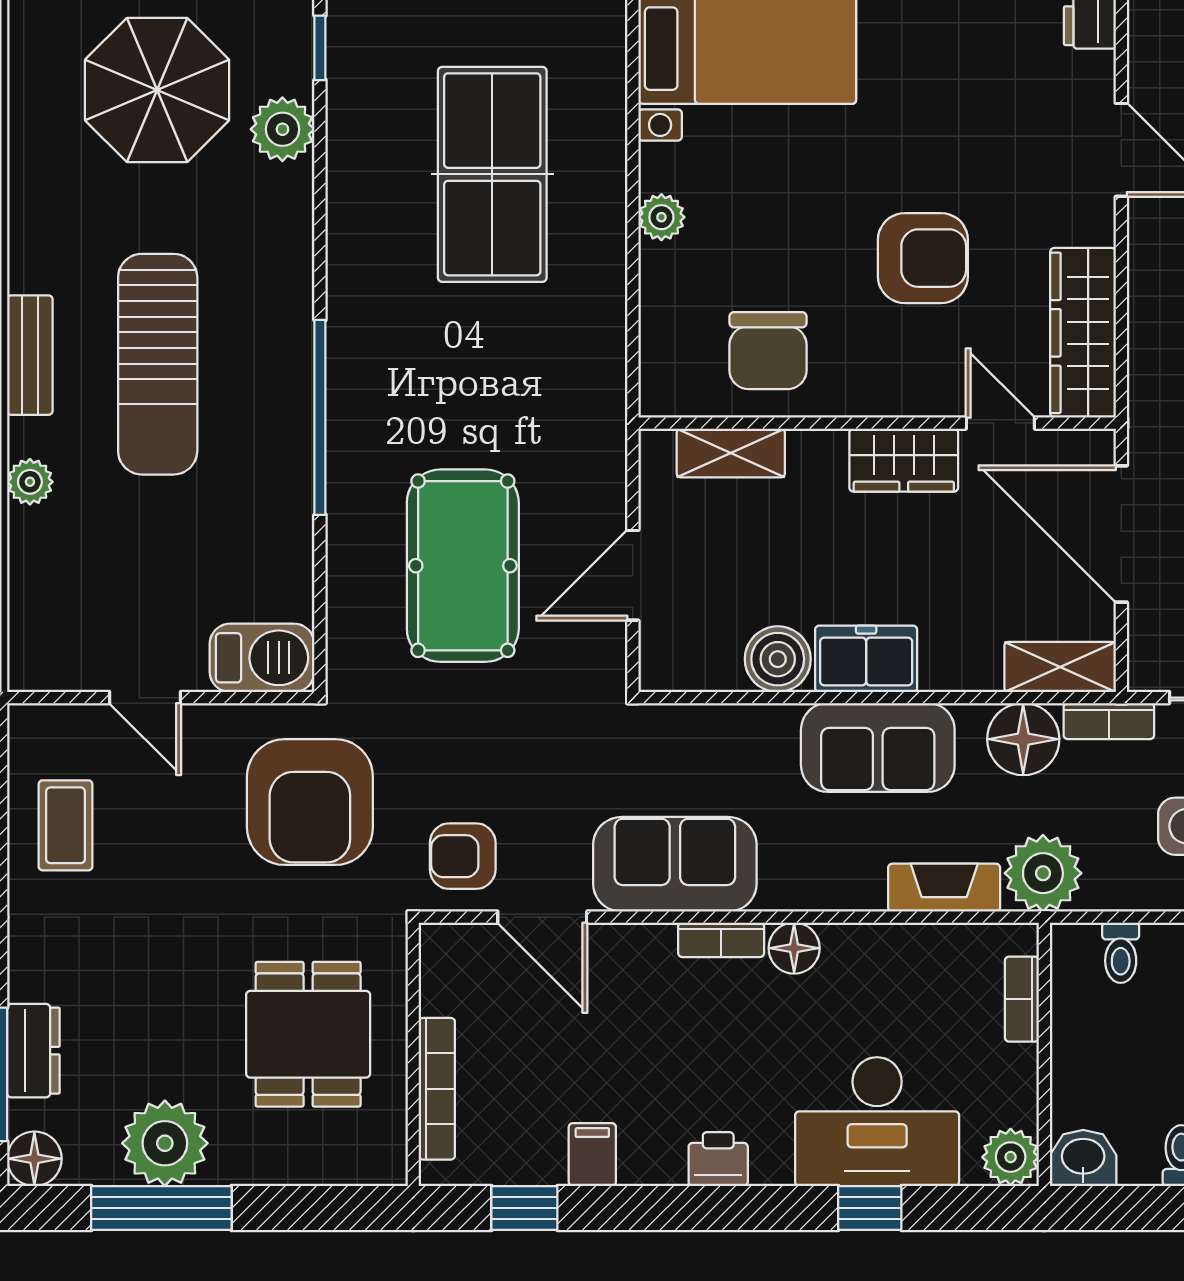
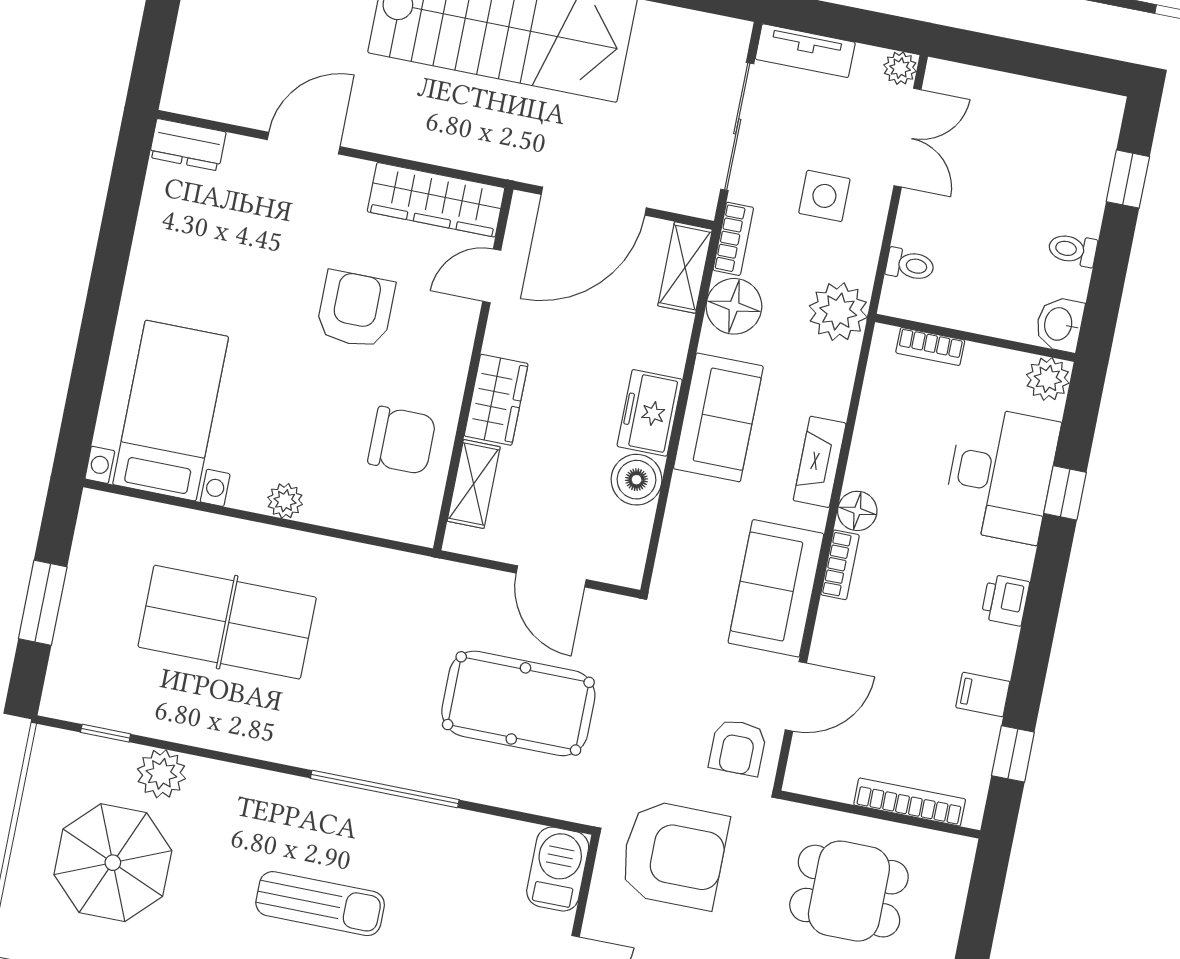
sun lounger: (158, 364) -> (320, 904), width x0.73, depth x0.75
wardrobe: (904, 460) -> (496, 400), moved
fireplace: (944, 888) -> (820, 462), moved

